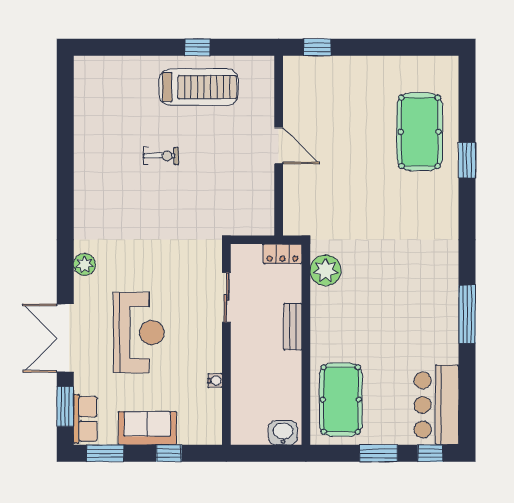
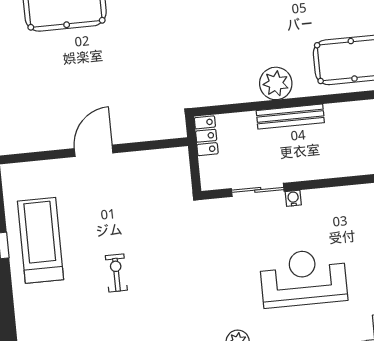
plant: (326, 270) -> (276, 83), moved
bench: (293, 327) -> (290, 117), width x1.36
water cooler: (215, 381) -> (293, 198), moved

